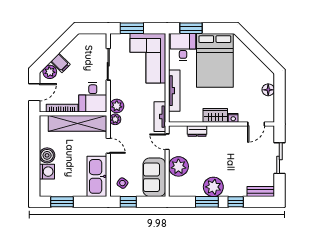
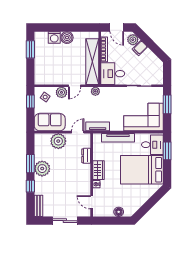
plant: (117, 106) -> (62, 92), moved
kitchen sink: (97, 176) -> (50, 77), removed

